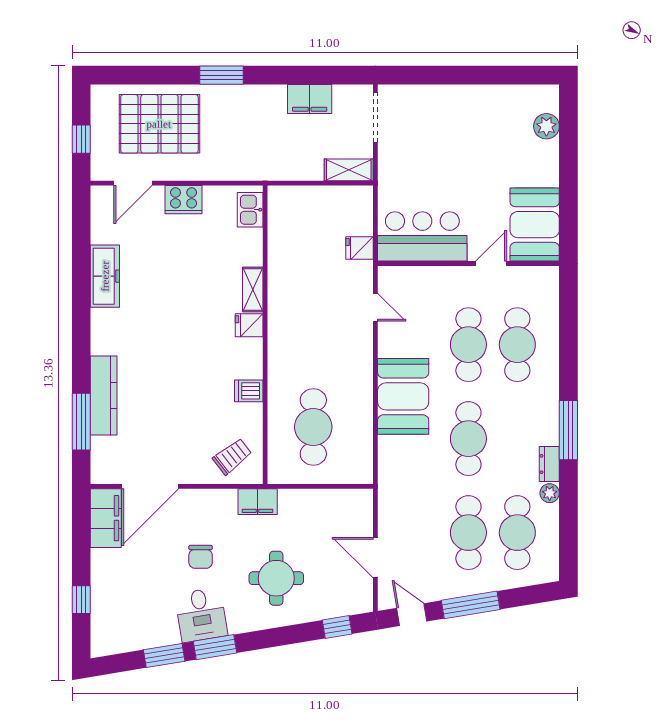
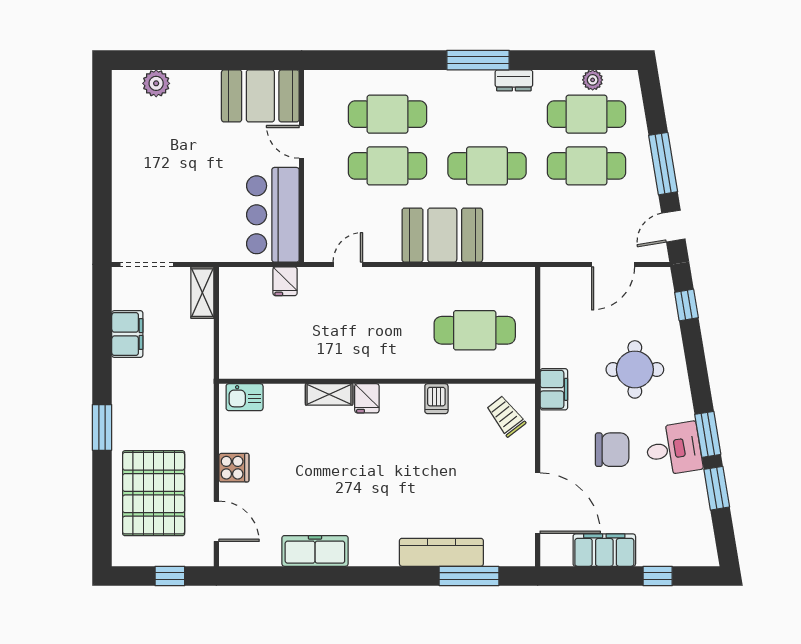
cooker: (184, 200) -> (234, 468), width x0.73
plant: (550, 493) -> (593, 80), moved
filing cabinet: (106, 518) -> (604, 550), moved
chair: (201, 557) -> (612, 450), width x1.37, depth x1.37

